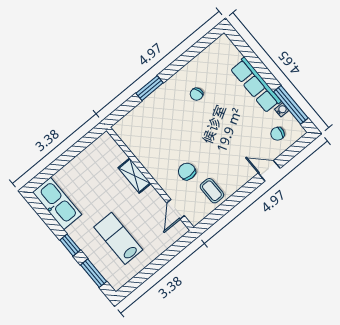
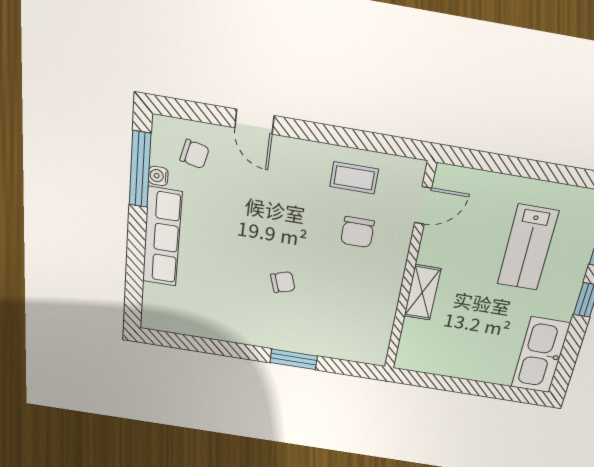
chair: (197, 94) -> (283, 282), moved
coffee table: (212, 191) -> (354, 178), turned 90

